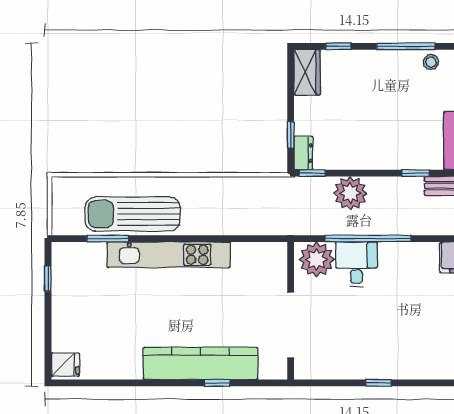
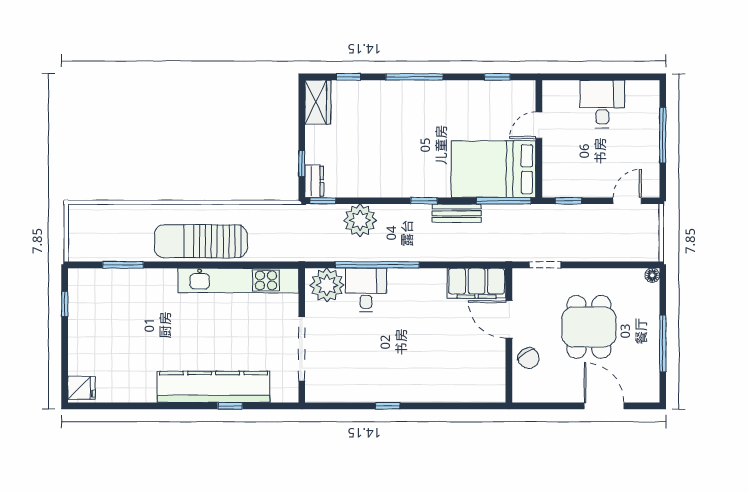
stool: (431, 62) -> (439, 92), removed
sun lounger: (133, 214) -> (201, 241), moved
kitchen unit: (169, 255) -> (238, 280), moved

